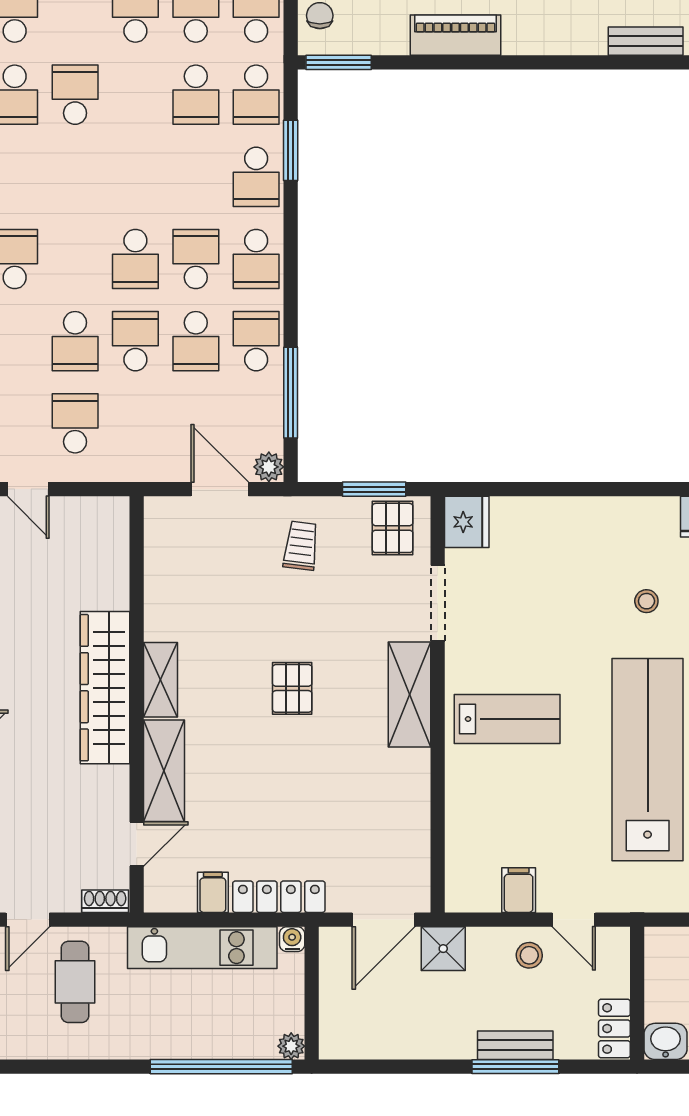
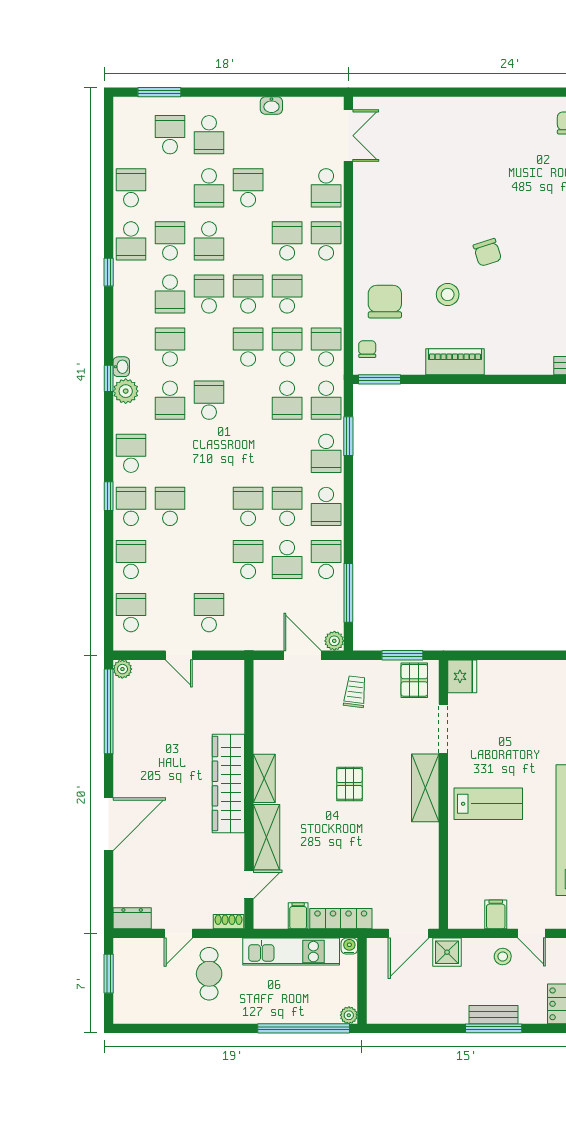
school desk: (135, 259) -> (248, 506), turned 180
school desk: (75, 341) -> (209, 560), removed

